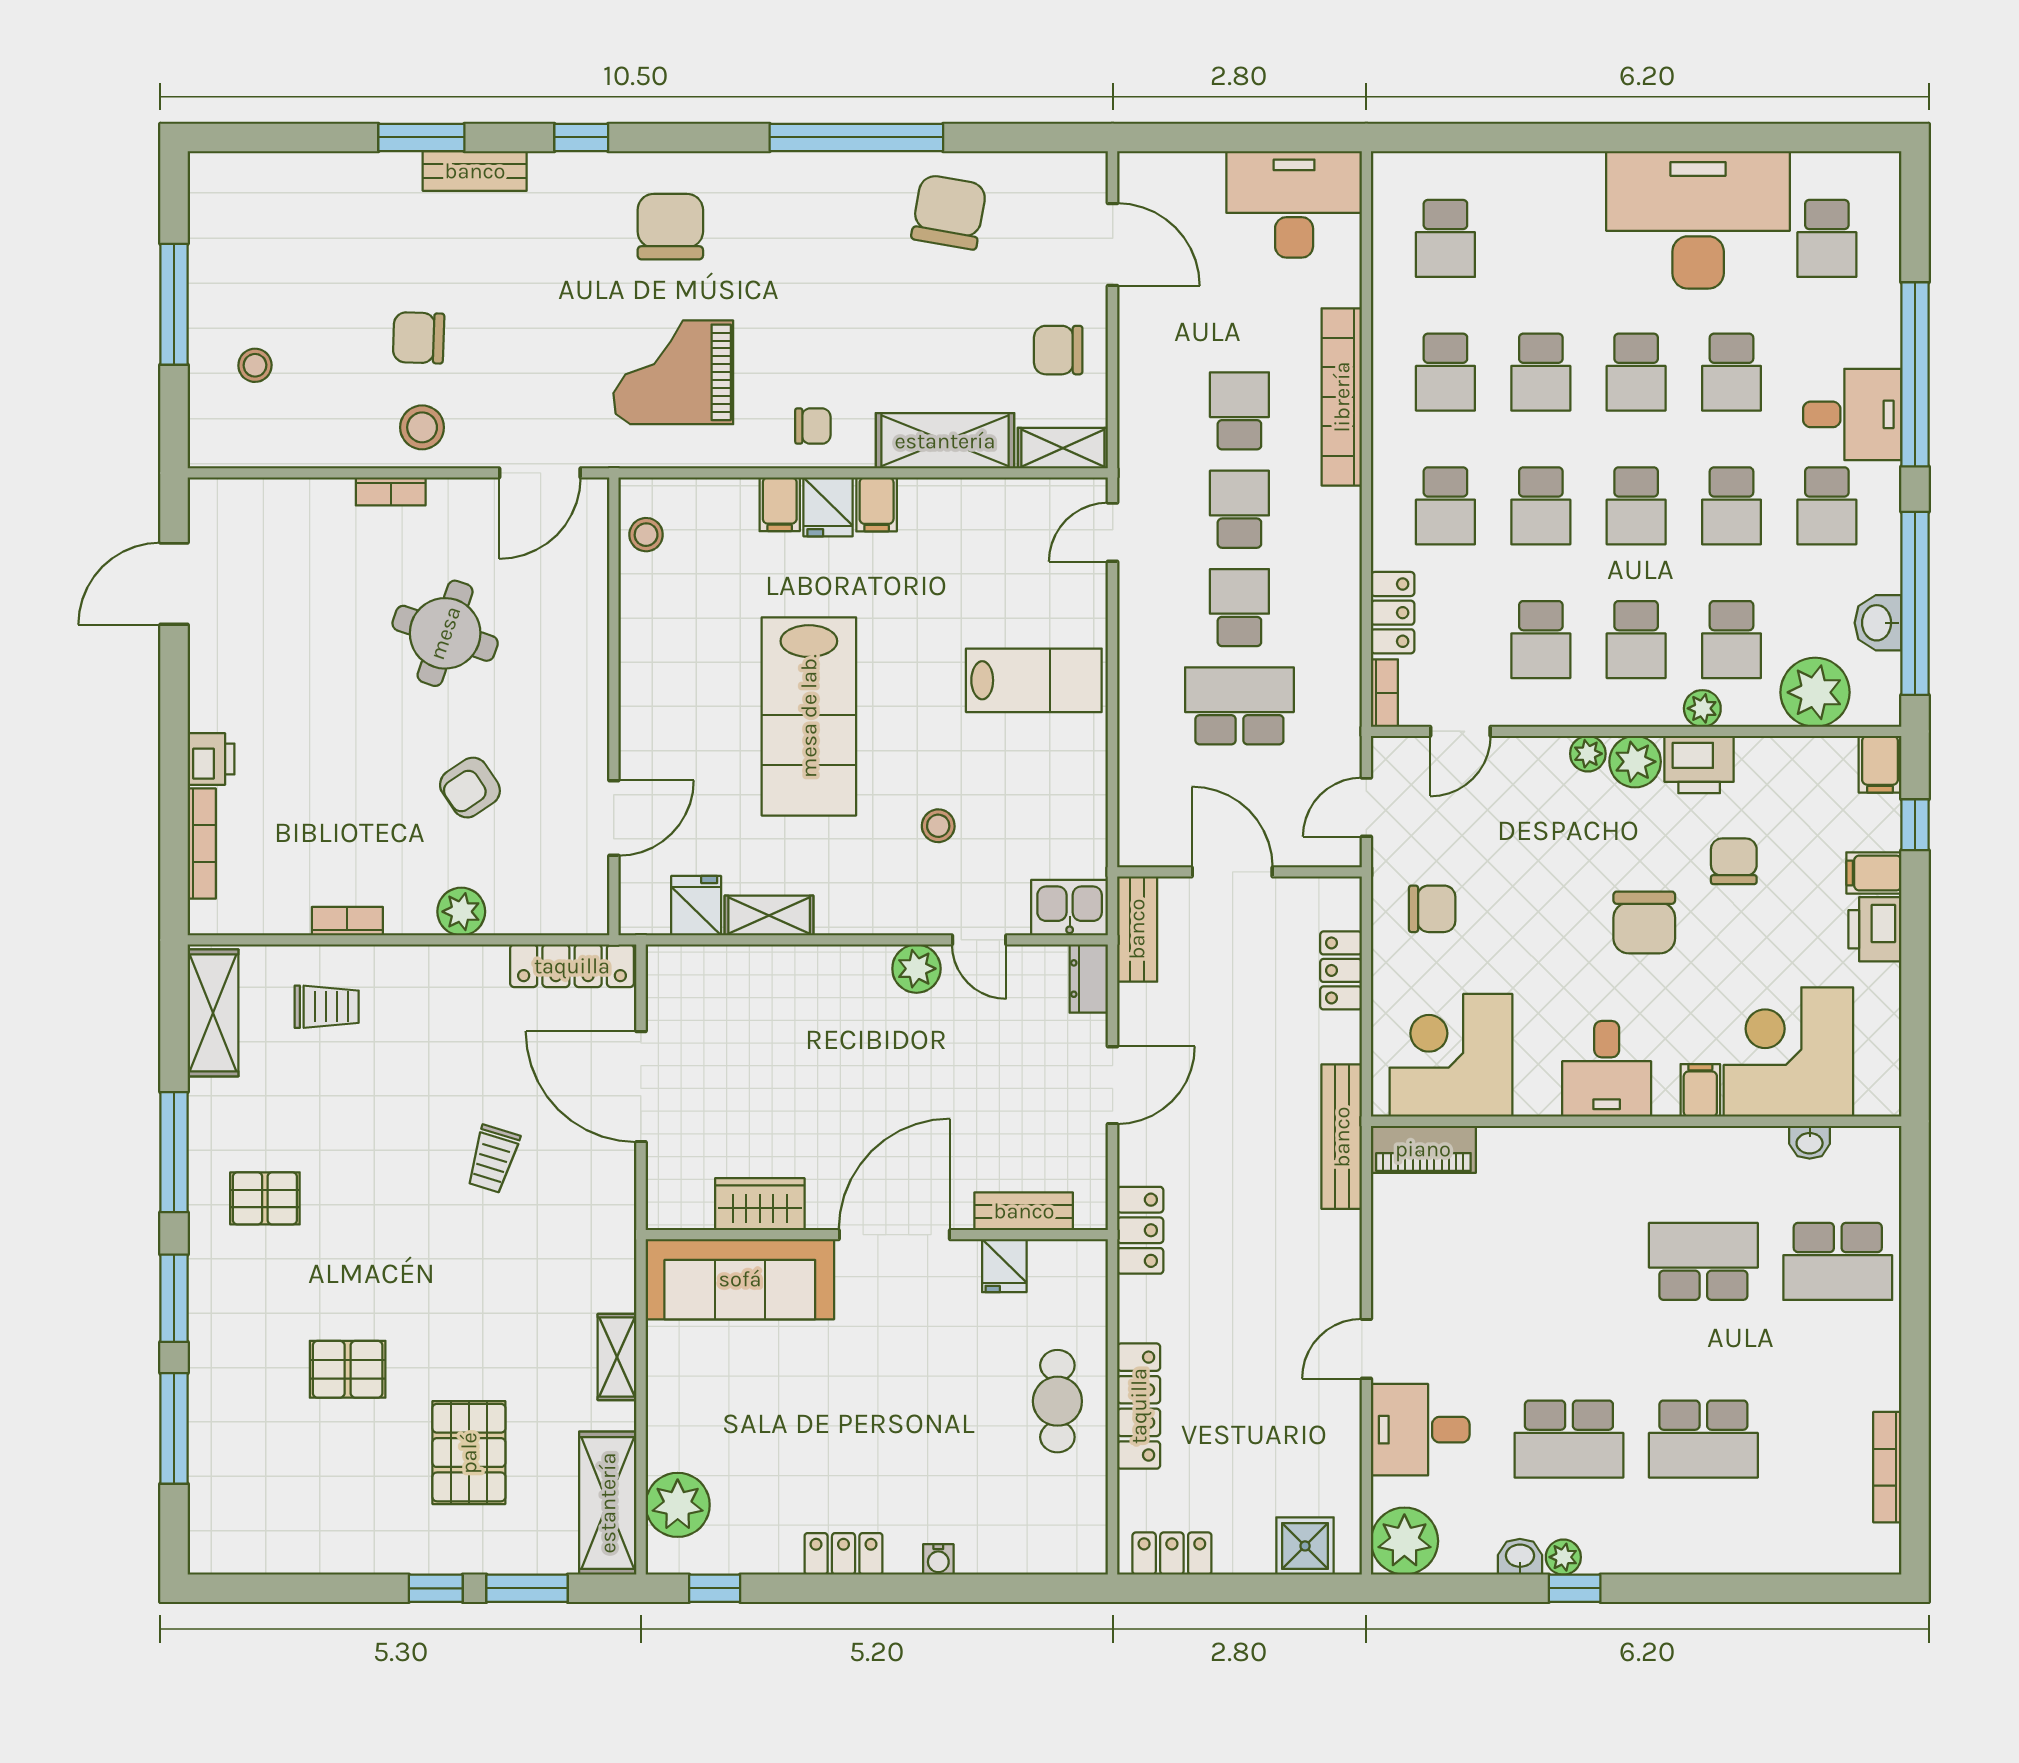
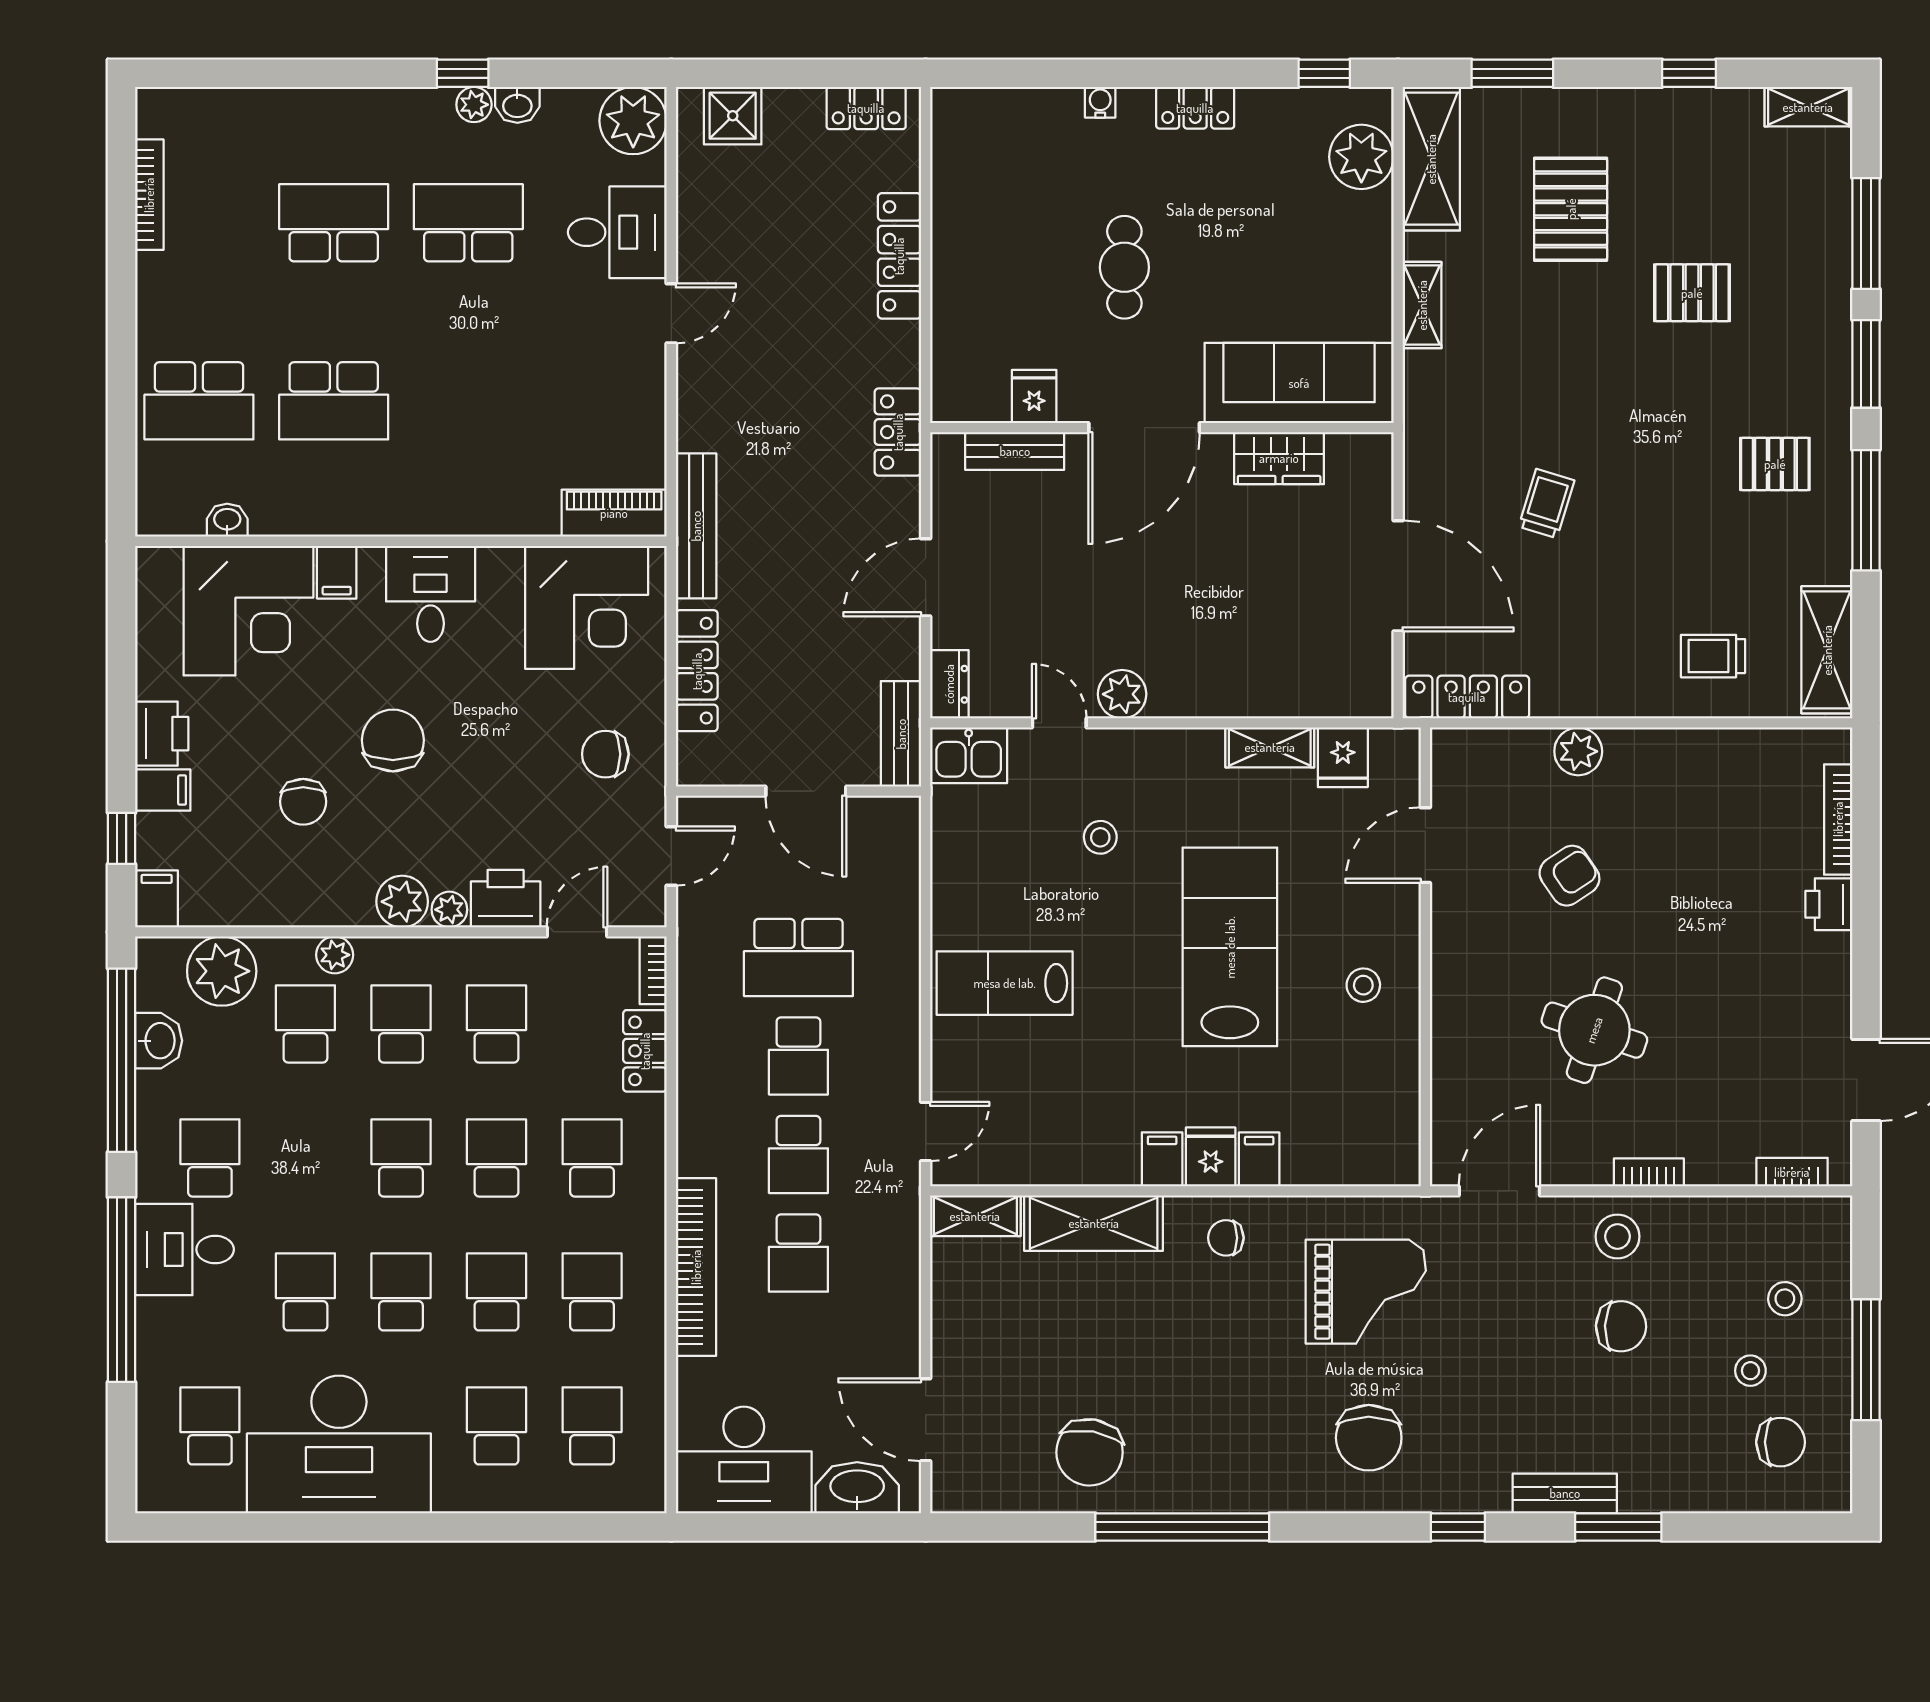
washbasin: (1181, 177) -> (857, 1488), added
stool: (289, 293) -> (1750, 1371), added
chair: (1058, 350) -> (1781, 1442), moved
school desk: (1732, 506) -> (497, 1426), moved
stool: (646, 535) -> (1363, 985), moved
printer: (1699, 765) -> (506, 899), moved
bookcase: (347, 921) -> (1792, 1172), moved, turned 180
locker: (1341, 970) -> (697, 671), width x1.53
school desk: (1838, 1261) -> (199, 401), turned 180
cafe table: (1057, 1401) -> (1124, 267), moved
shelving: (231, 1555) -> (1808, 107), added
window: (436, 1588) -> (1689, 73), moved

